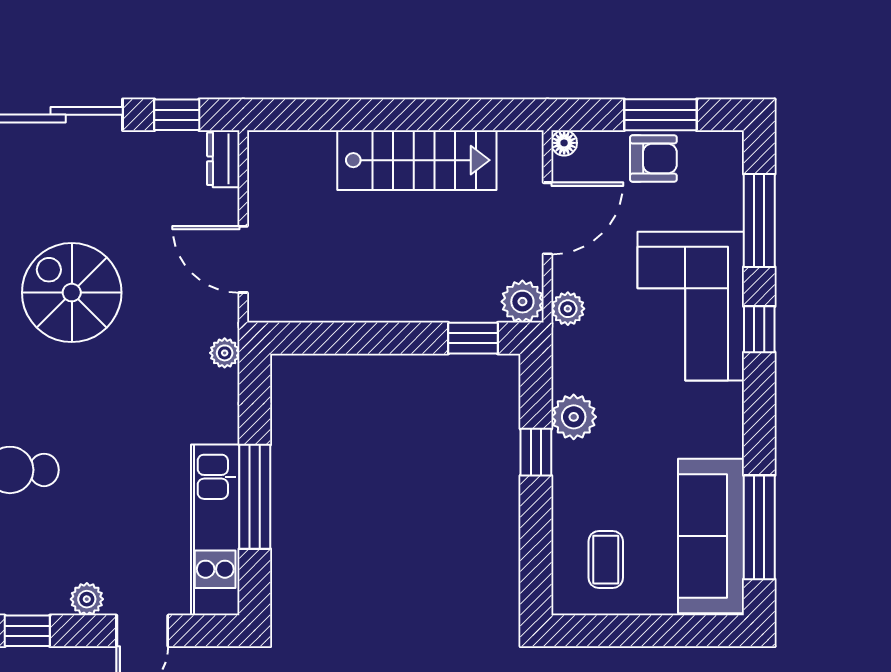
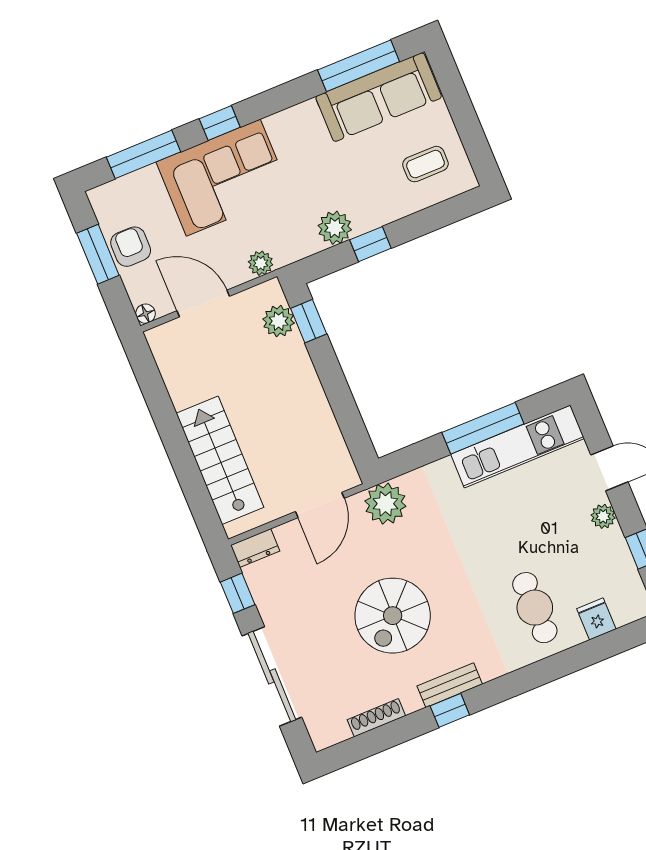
stairs: (417, 160) -> (220, 460), moved
plant: (522, 302) -> (279, 321), moved
plant: (225, 353) -> (385, 504), width x1.87, depth x1.87

